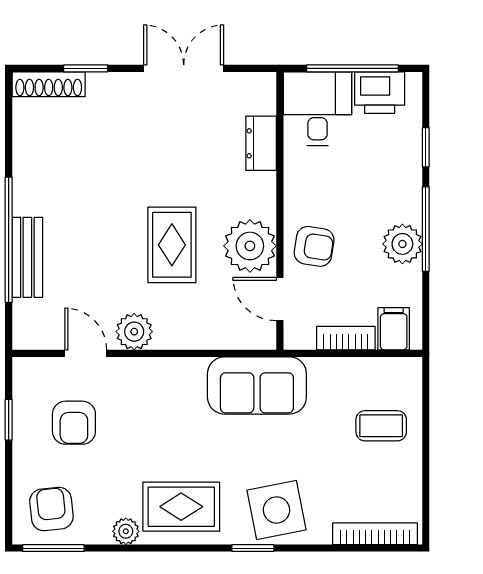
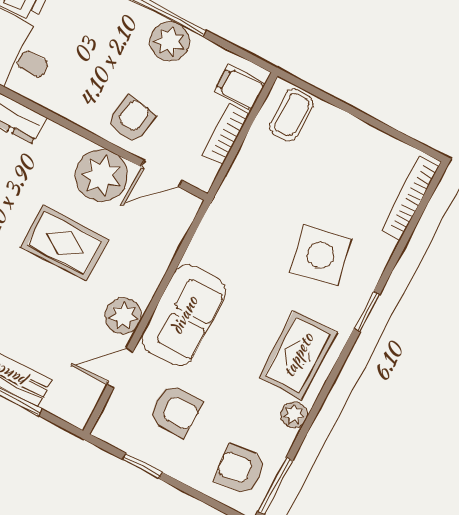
sofa: (257, 385) -> (184, 315), moved
coffee table: (381, 426) -> (292, 115), moved
side table: (277, 510) -> (321, 255), moved

